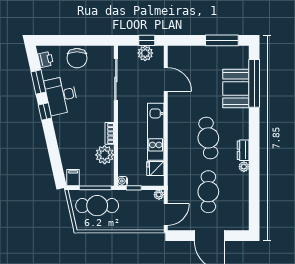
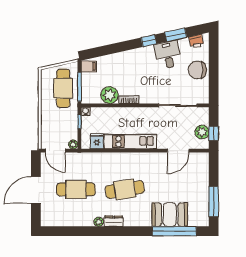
desk: (61, 95) -> (168, 55), width x0.73

